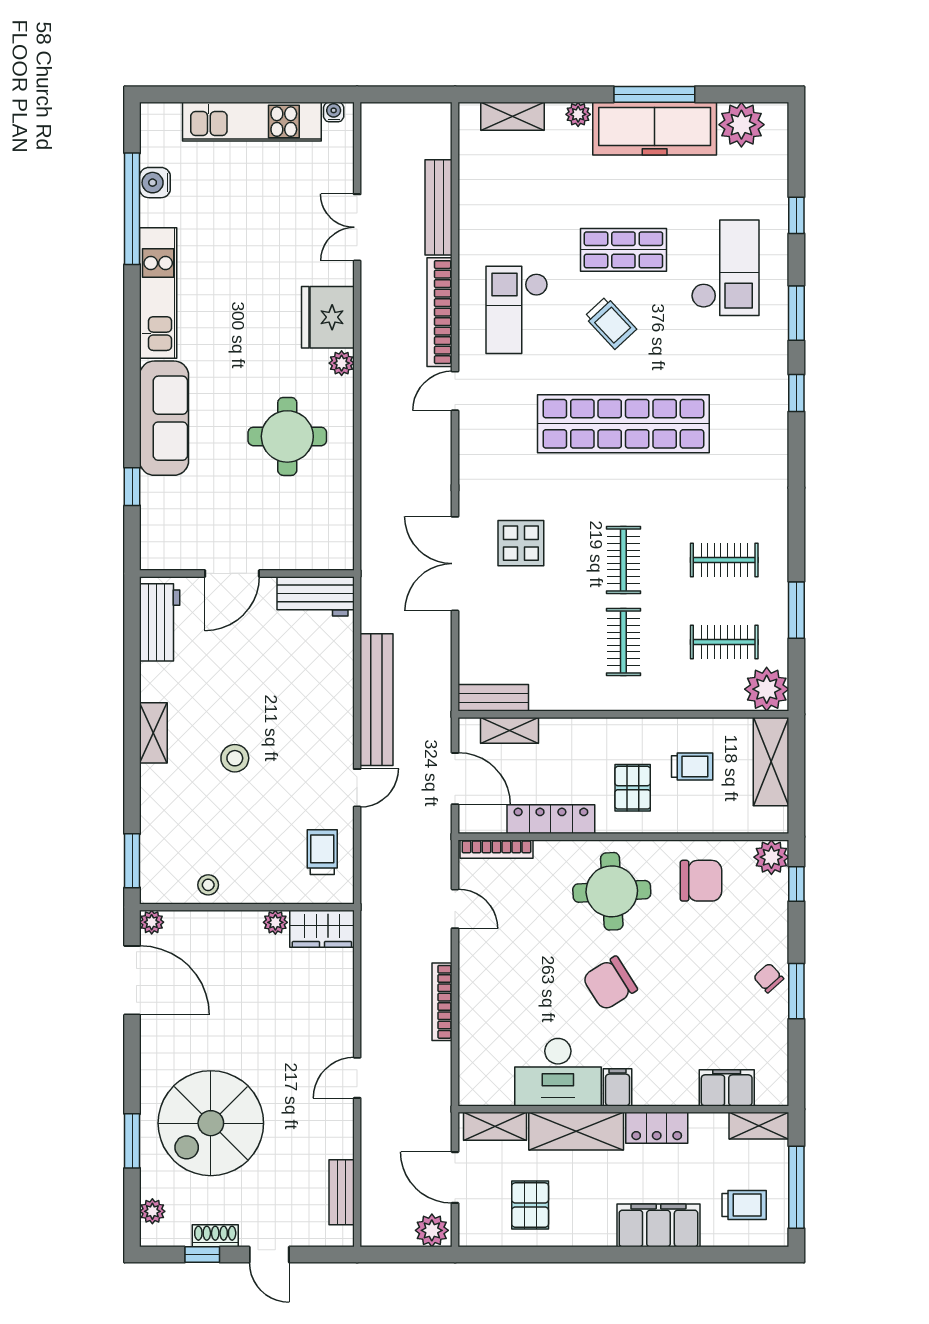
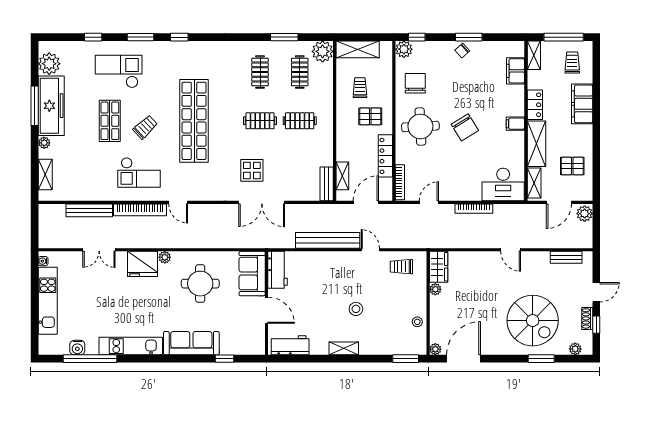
sofa: (308, 544) -> (252, 274), added
desk: (558, 1072) -> (503, 184), moved, turned 90

